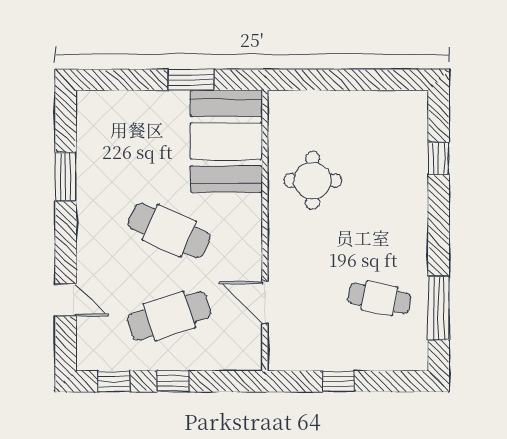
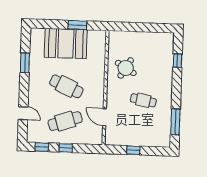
booth: (226, 141) -> (66, 44), moved, turned 90
round table: (313, 181) -> (126, 68), turned 31
cafe table: (379, 298) -> (143, 100), moved

